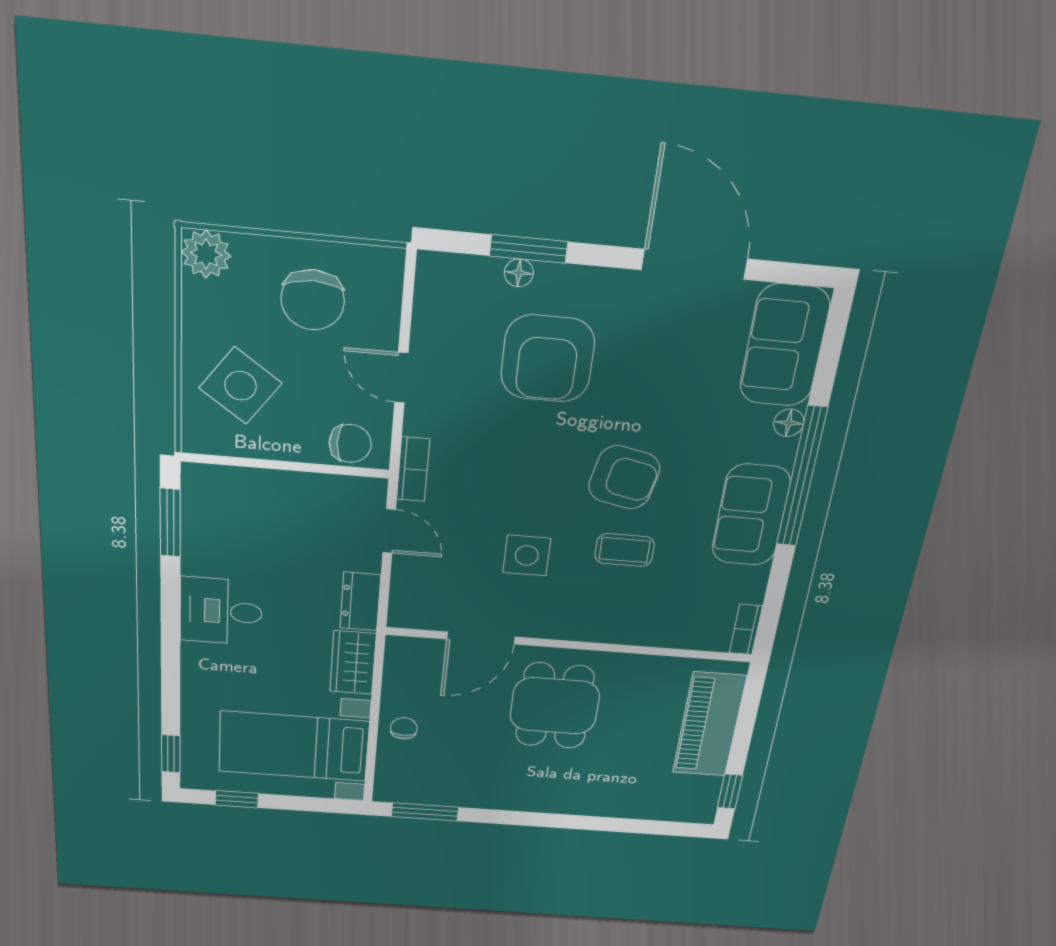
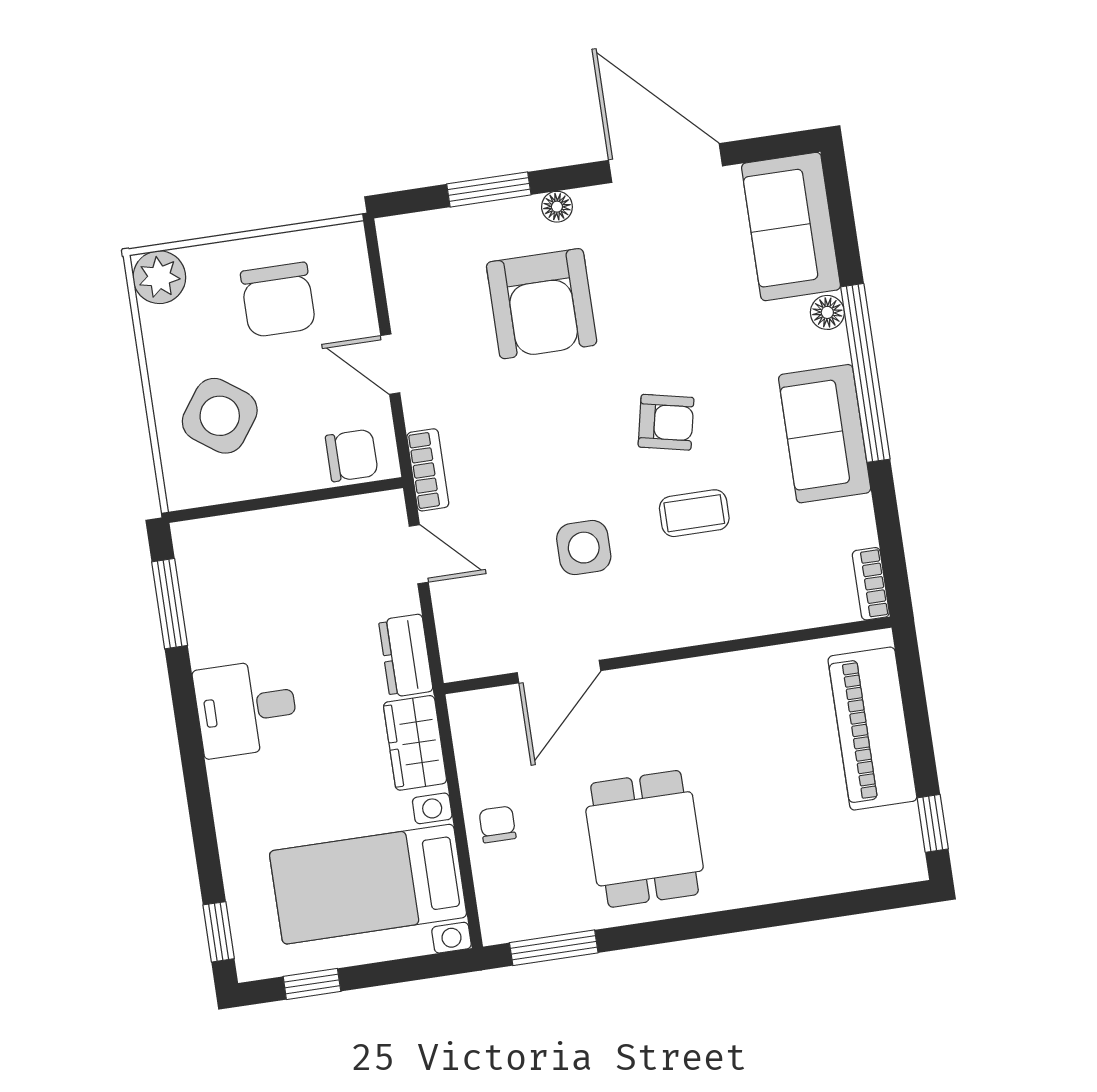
floor lamp: (519, 273) -> (557, 207), moved
armchair: (624, 477) -> (666, 422), width x0.72, depth x0.72
dining table: (555, 706) -> (645, 839), moved

